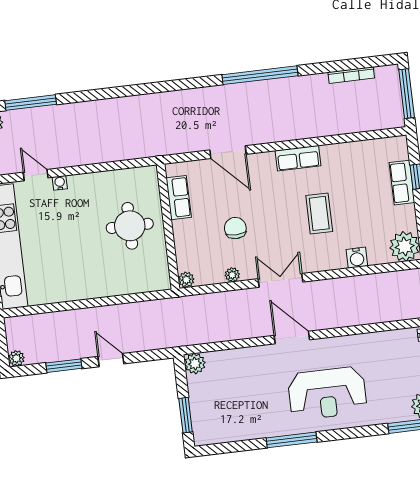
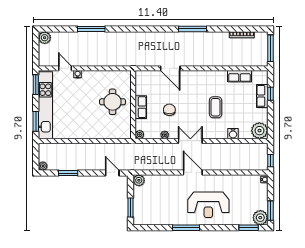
window: (260, 75) -> (192, 29), width x0.68
window: (31, 103) -> (91, 29), moved
row of seats: (298, 158) -> (239, 76), moved
row of seats: (179, 198) -> (141, 107), moved
door: (111, 360) -> (112, 173), moved

